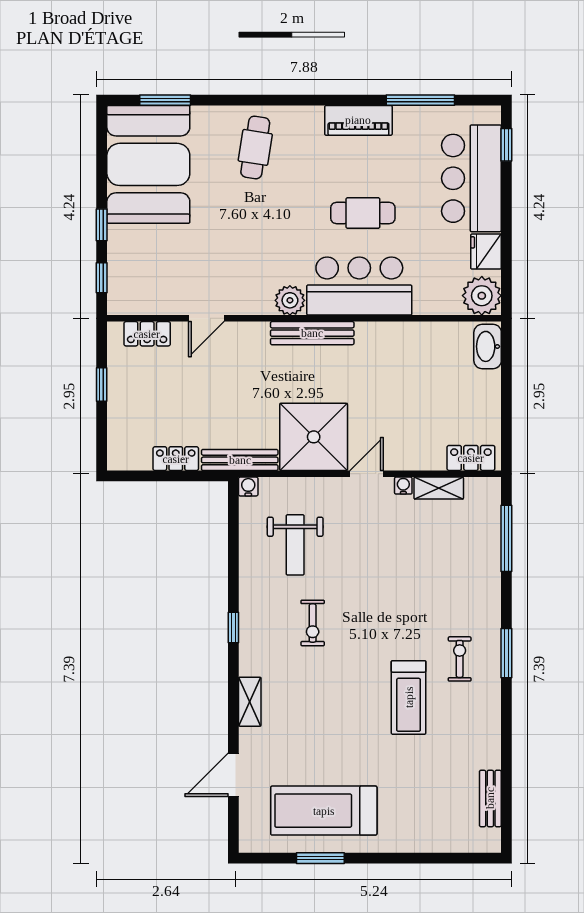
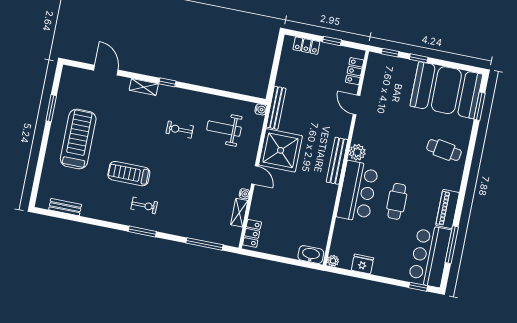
bar counter: (471, 178) -> (430, 256), moved, turned -90
plant: (482, 296) -> (333, 261), width x0.53, depth x0.53
locker: (176, 459) -> (306, 46), moved, turned 90
window: (233, 628) -> (167, 82), moved
treadmill: (324, 811) -> (78, 139), moved

